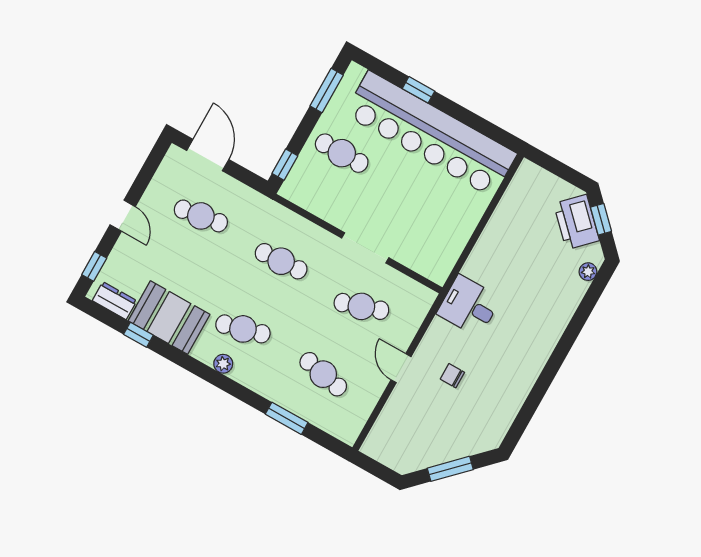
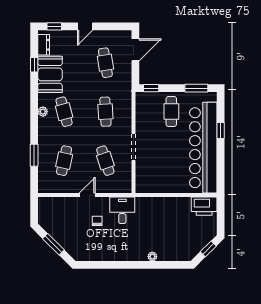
printer: (576, 222) -> (204, 206), moved, turned -135
plant: (588, 272) -> (152, 257), moved
desk: (469, 306) -> (122, 210), moved

